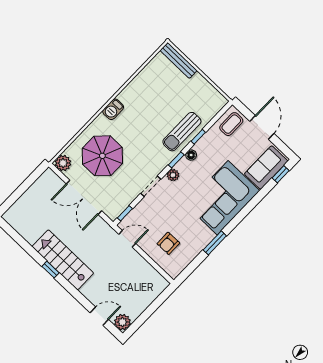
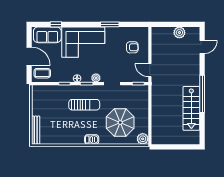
door: (262, 127) -> (29, 56), swing flipped
sun lounger: (182, 132) -> (84, 105), moved
window: (281, 174) -> (56, 24), moved
double door: (84, 197) -> (150, 112), removed
stairs: (63, 260) -> (191, 108), moved
window: (51, 270) -> (202, 94), width x3.17
door: (99, 316) -> (202, 47), swing flipped
plant: (122, 322) -> (179, 33), moved

